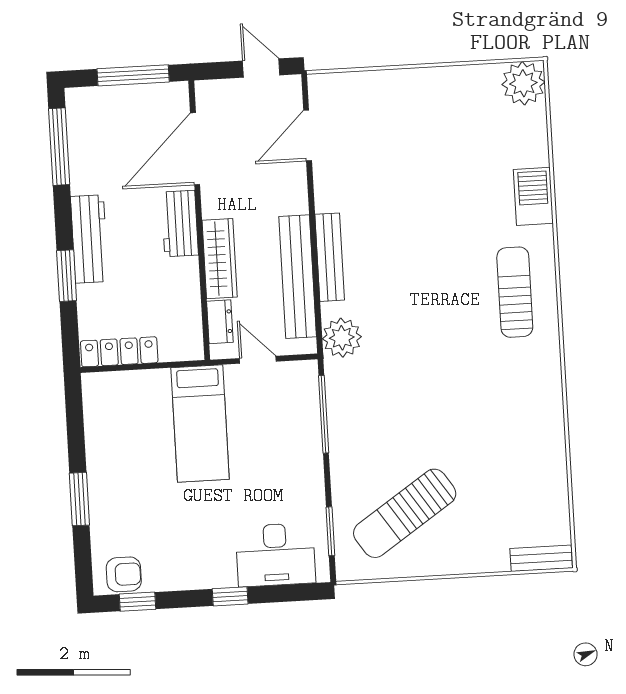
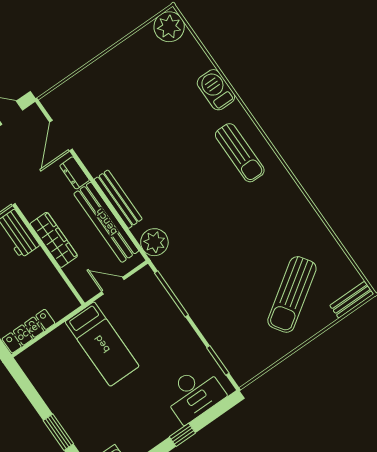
sun lounger: (515, 292) -> (240, 153), turned 180
dresser: (220, 322) -> (75, 173), moved, turned 180
sun lounger: (405, 513) -> (292, 294), moved

